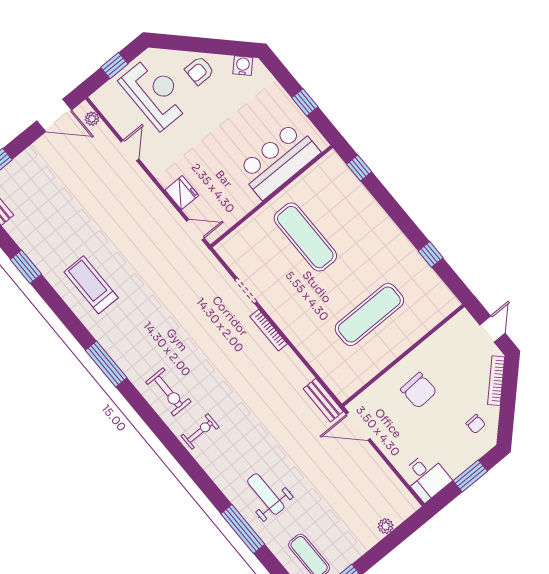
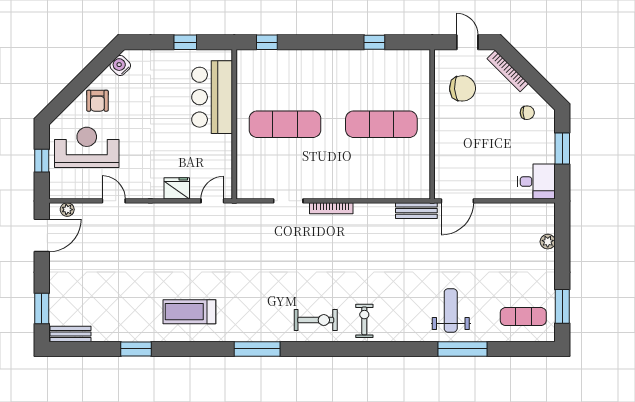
exercise mat: (369, 315) -> (381, 124), turned 90
chair: (419, 390) -> (463, 88), moved
weight bench: (266, 494) -> (451, 310), turned 90

